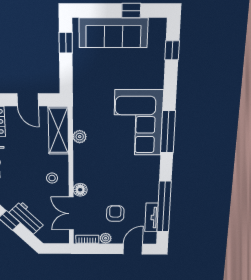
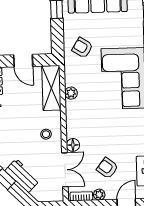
armchair: (94, 87) -> (82, 48), added
armchair: (115, 213) -> (107, 168), turned -52
double door: (71, 214) -> (65, 170), swing flipped

